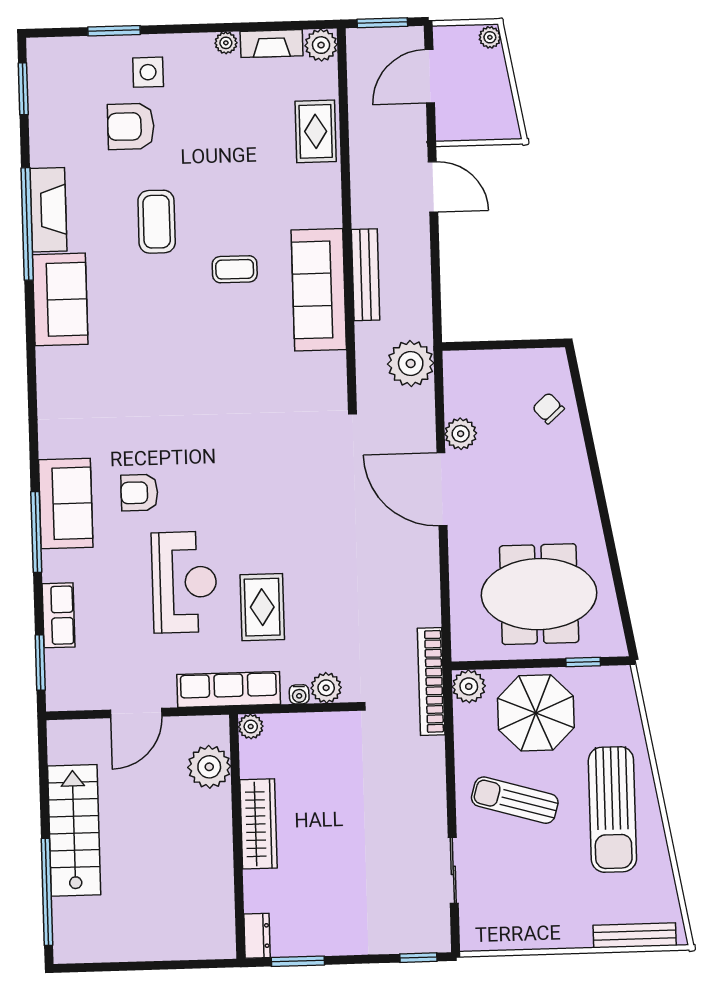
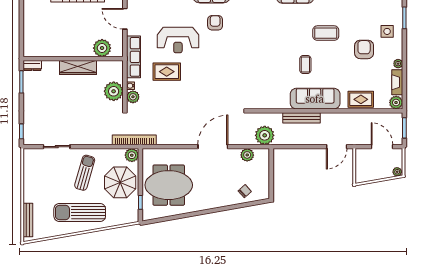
armchair: (131, 126) -> (364, 49), moved
sofa: (319, 290) -> (315, 99), moved
plant: (461, 434) -> (247, 155), moved
meeting table: (539, 594) -> (169, 185), turned 90
plant: (251, 726) -> (114, 91), moved, width x1.88, depth x1.88

